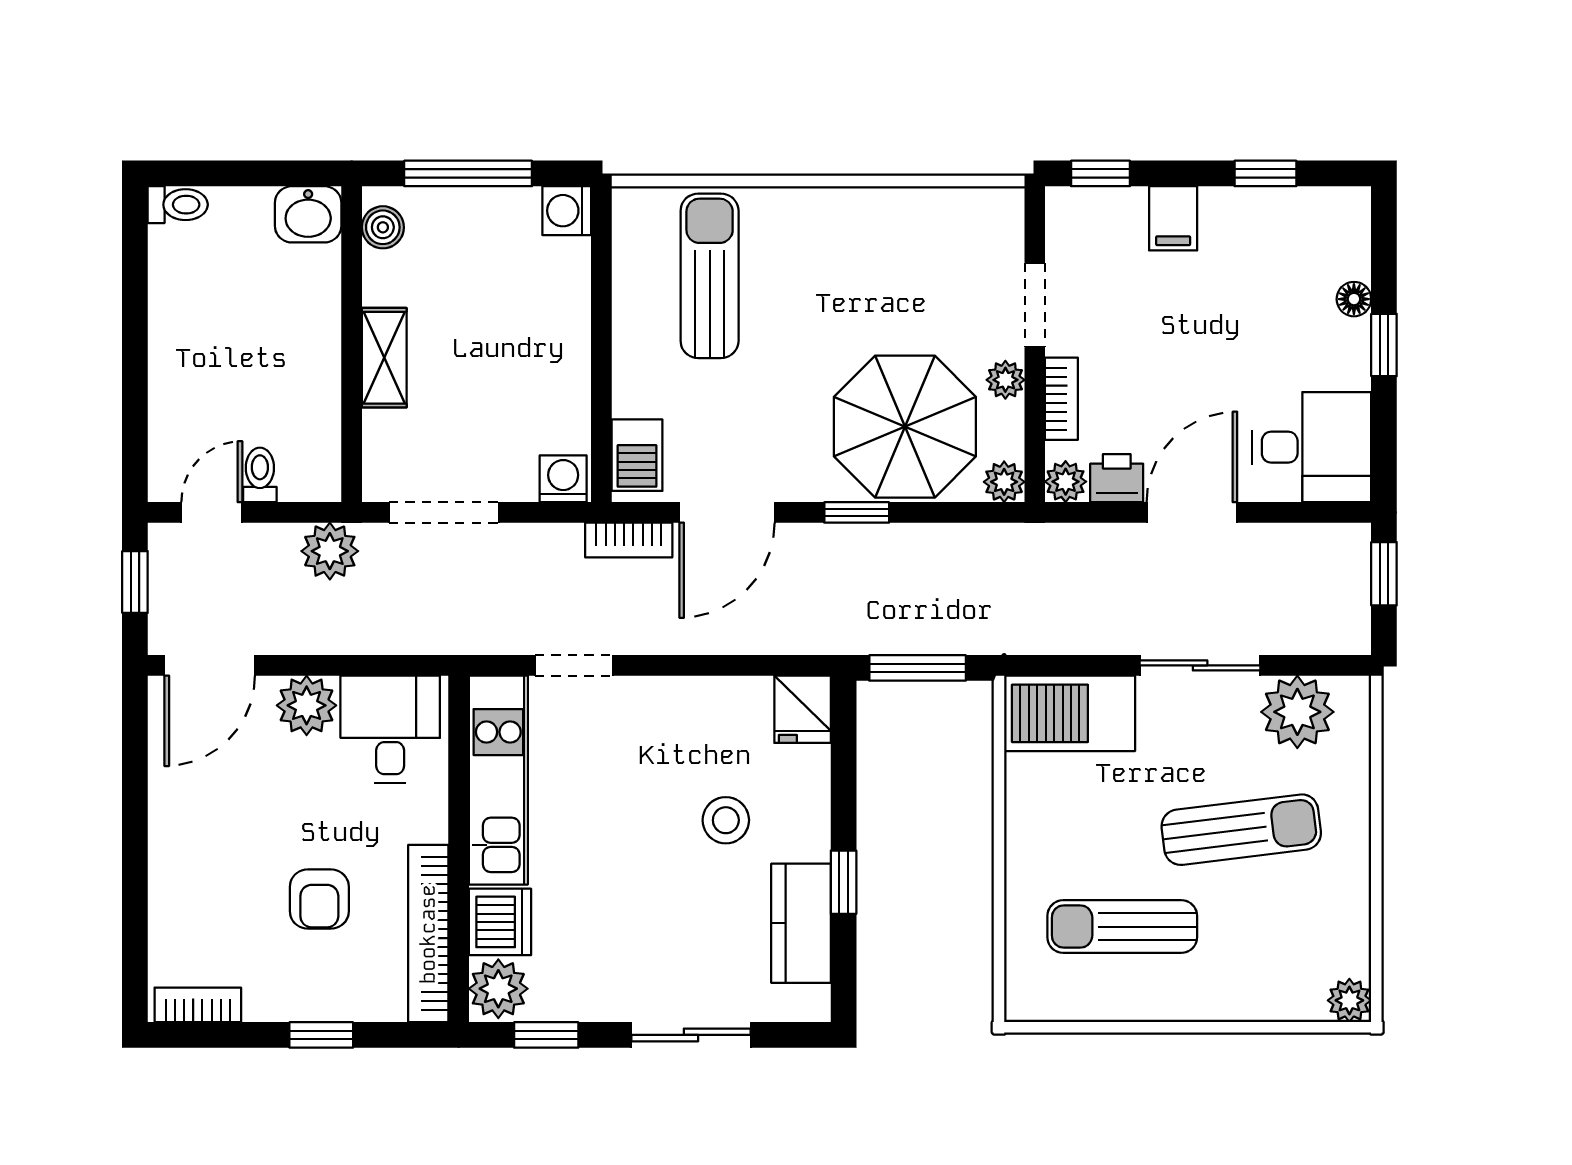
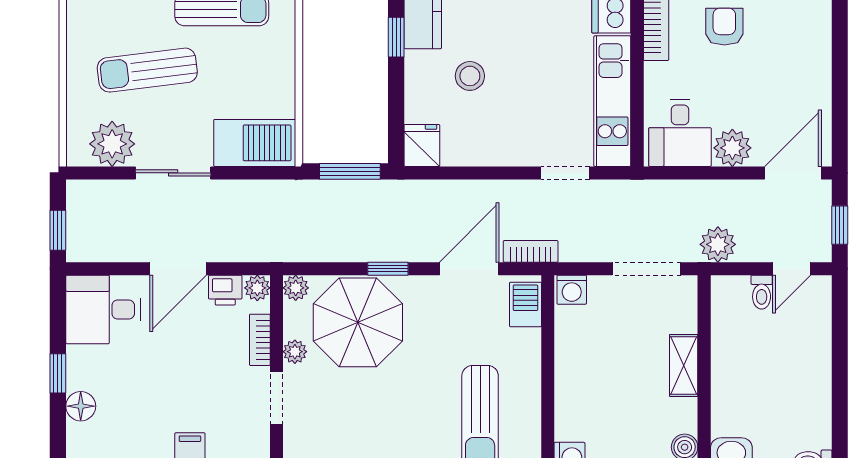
floor lamp: (1354, 299) -> (81, 406), width x1.37, depth x1.37

